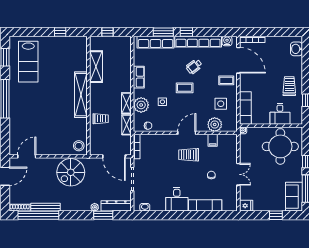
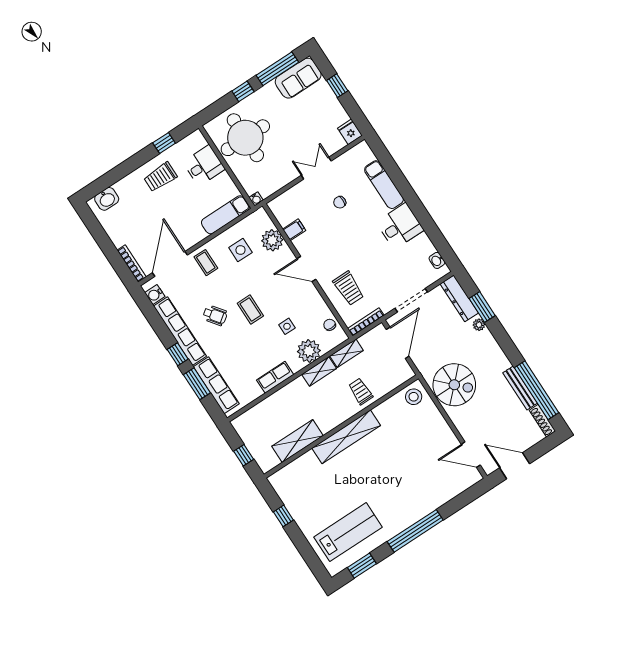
trolley: (189, 155) -> (349, 288), moved

